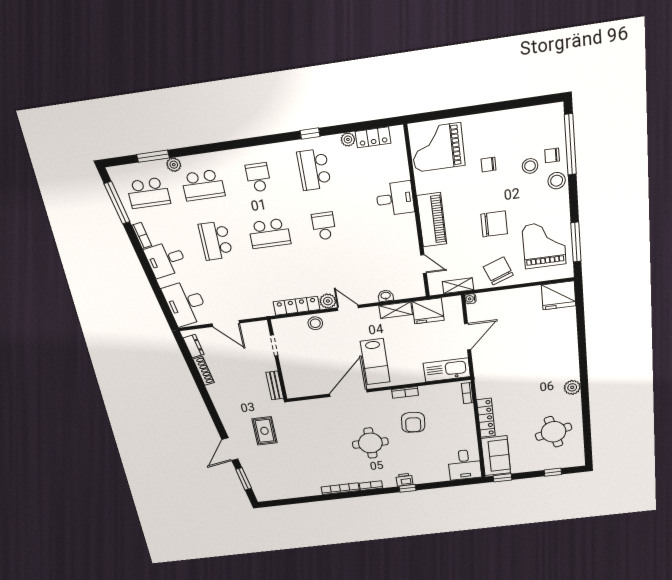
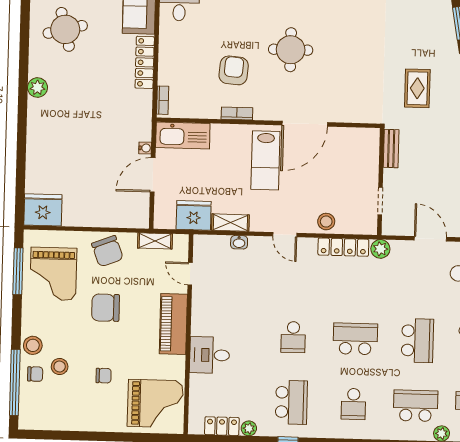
water cooler: (470, 299) -> (145, 148), moved
plant: (328, 301) -> (380, 249), moved
lab bench: (375, 362) -> (265, 160), turned 180

